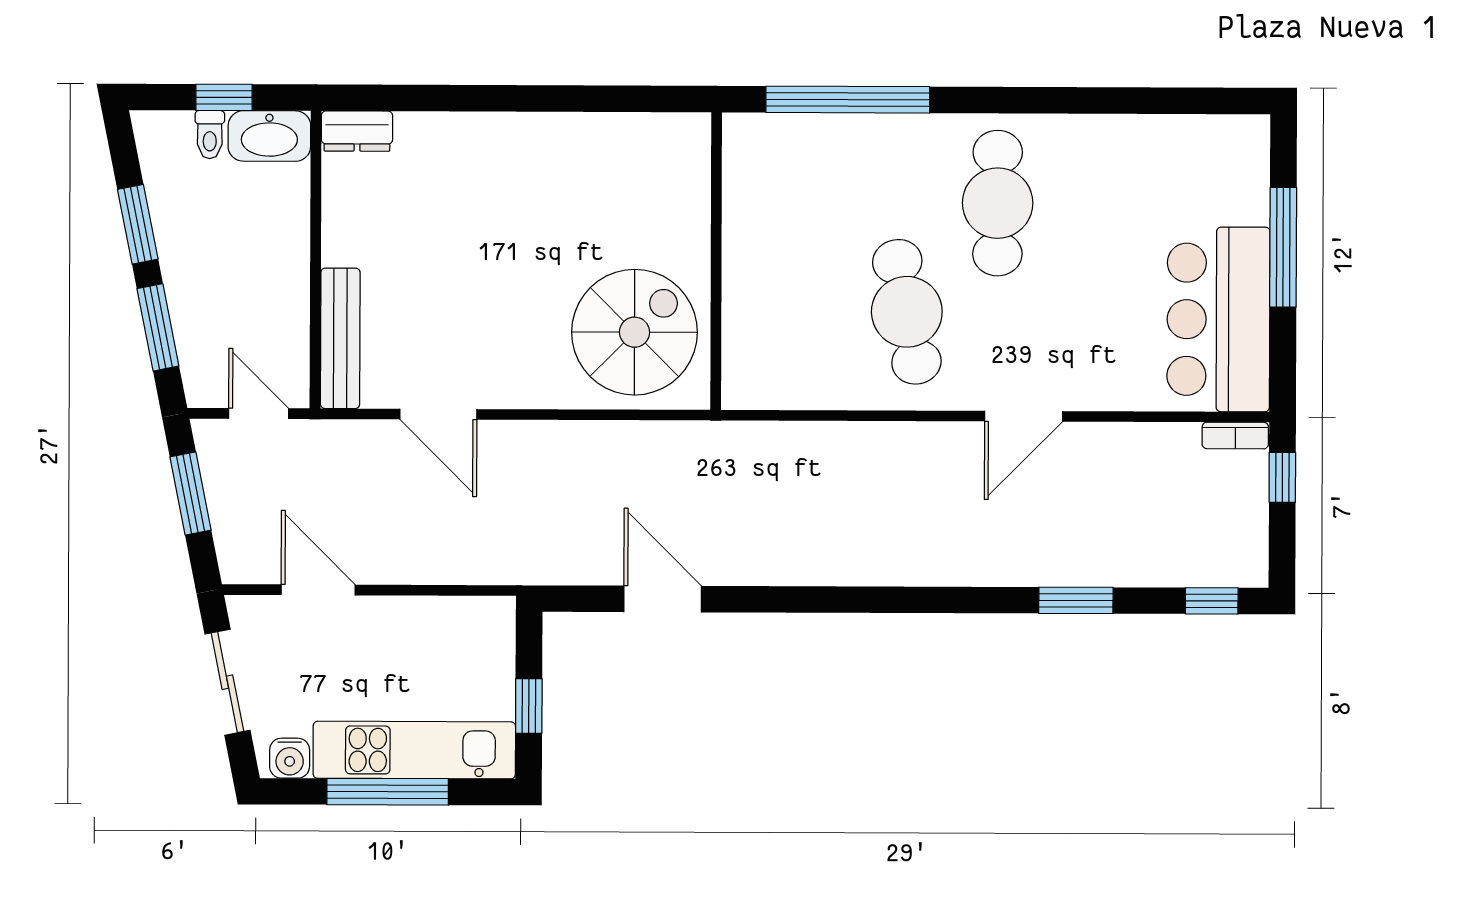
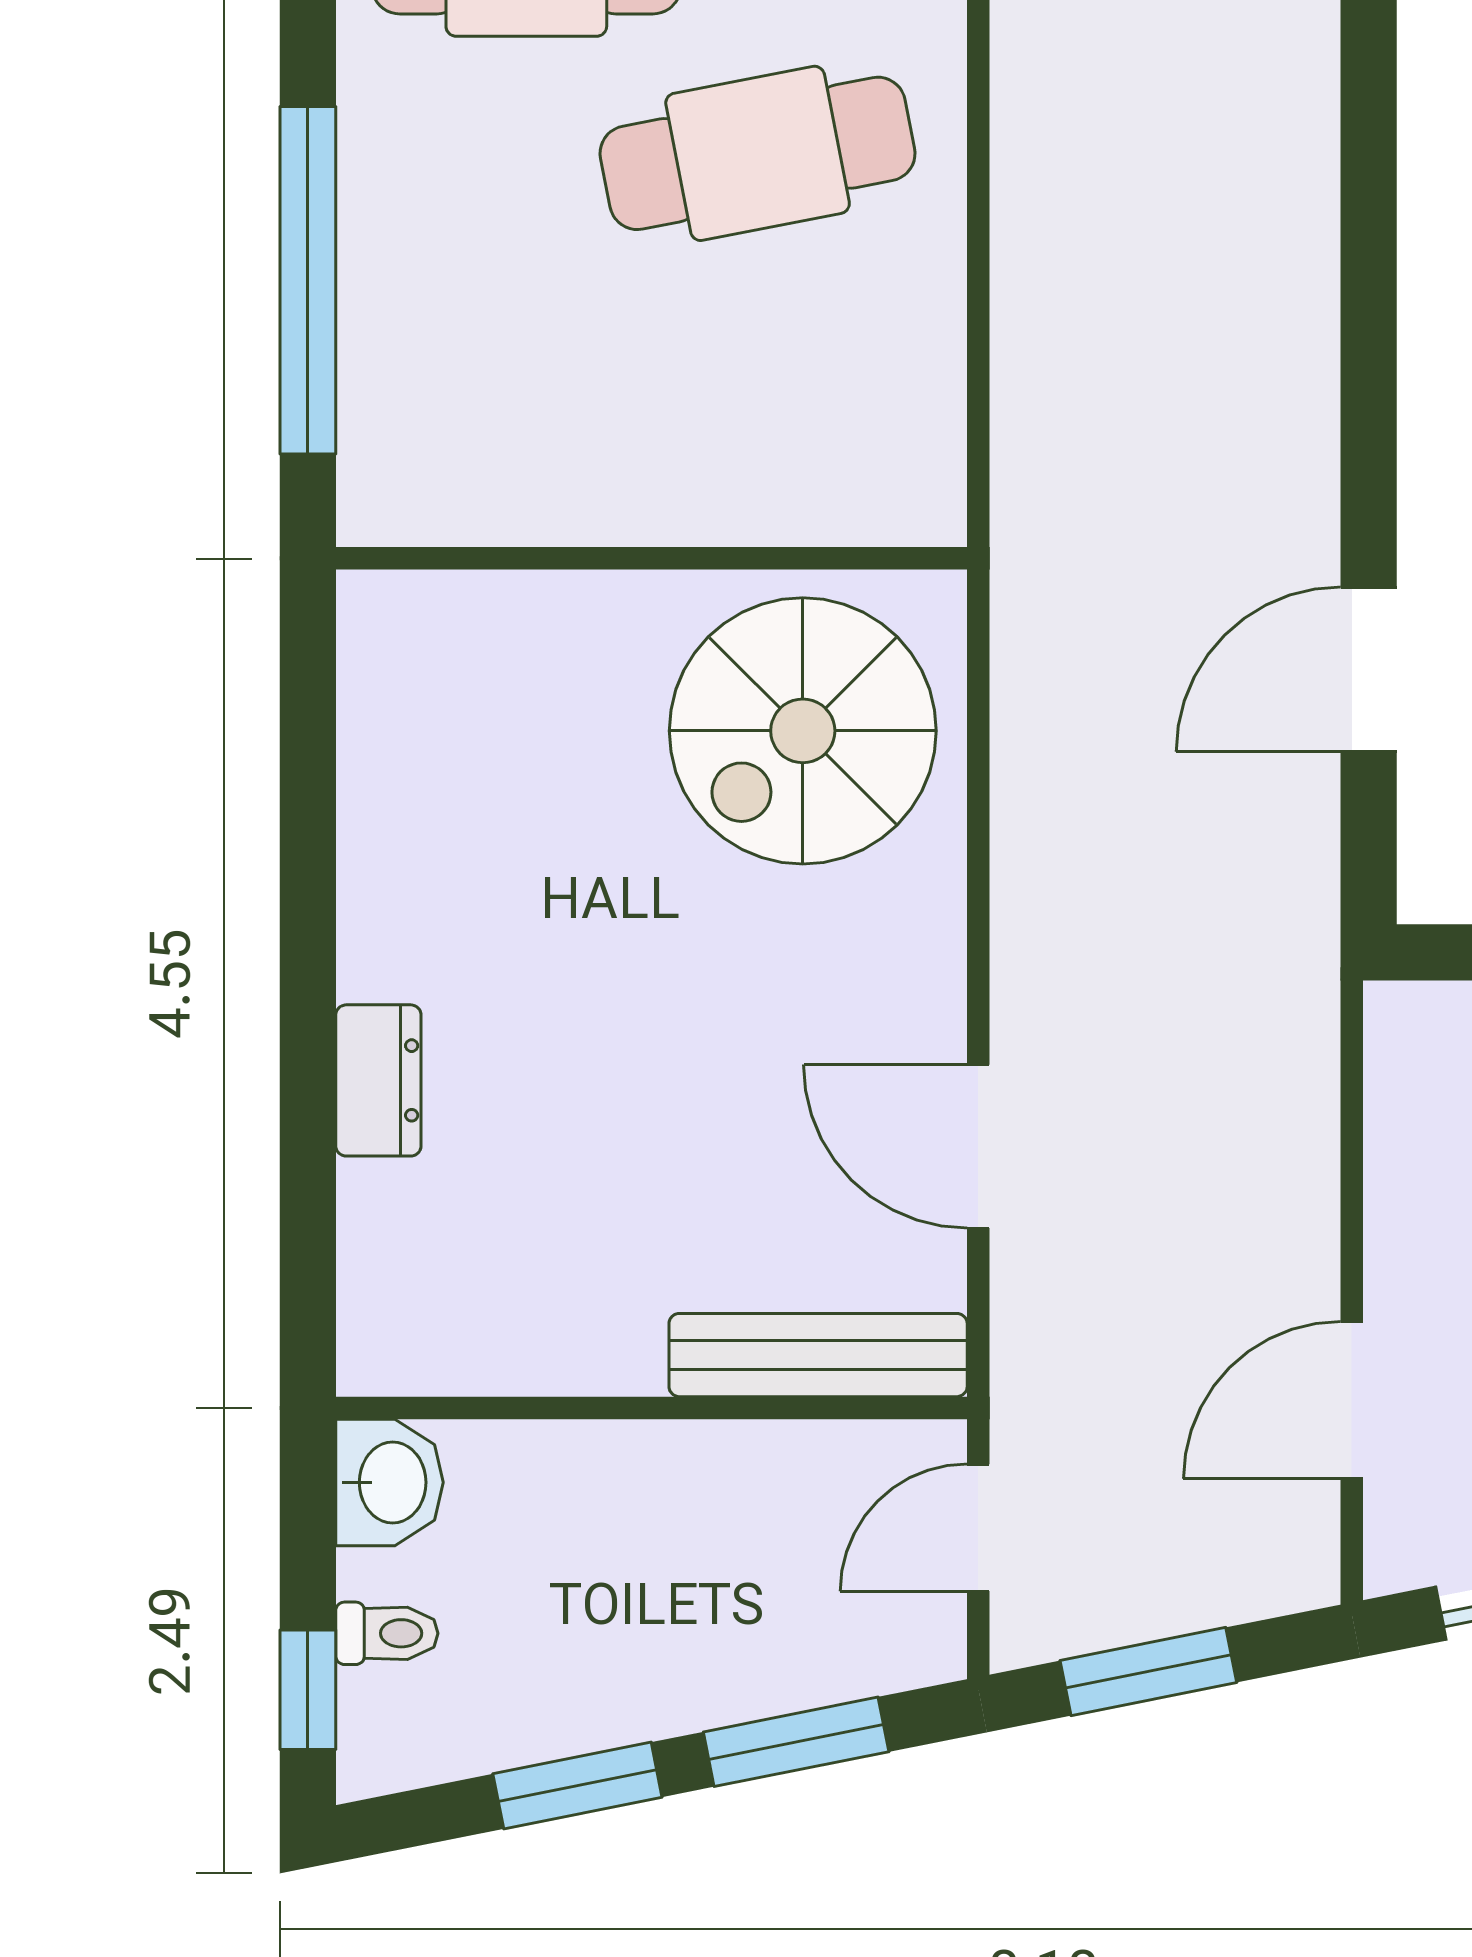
window: (224, 97) -> (308, 1690), moved
dresser: (357, 131) -> (378, 1080), moved
washbasin: (269, 136) -> (389, 1482), width x0.72
spiral stairs: (635, 332) -> (803, 731), turned -90
door: (438, 414) -> (978, 1146), swing flipped

